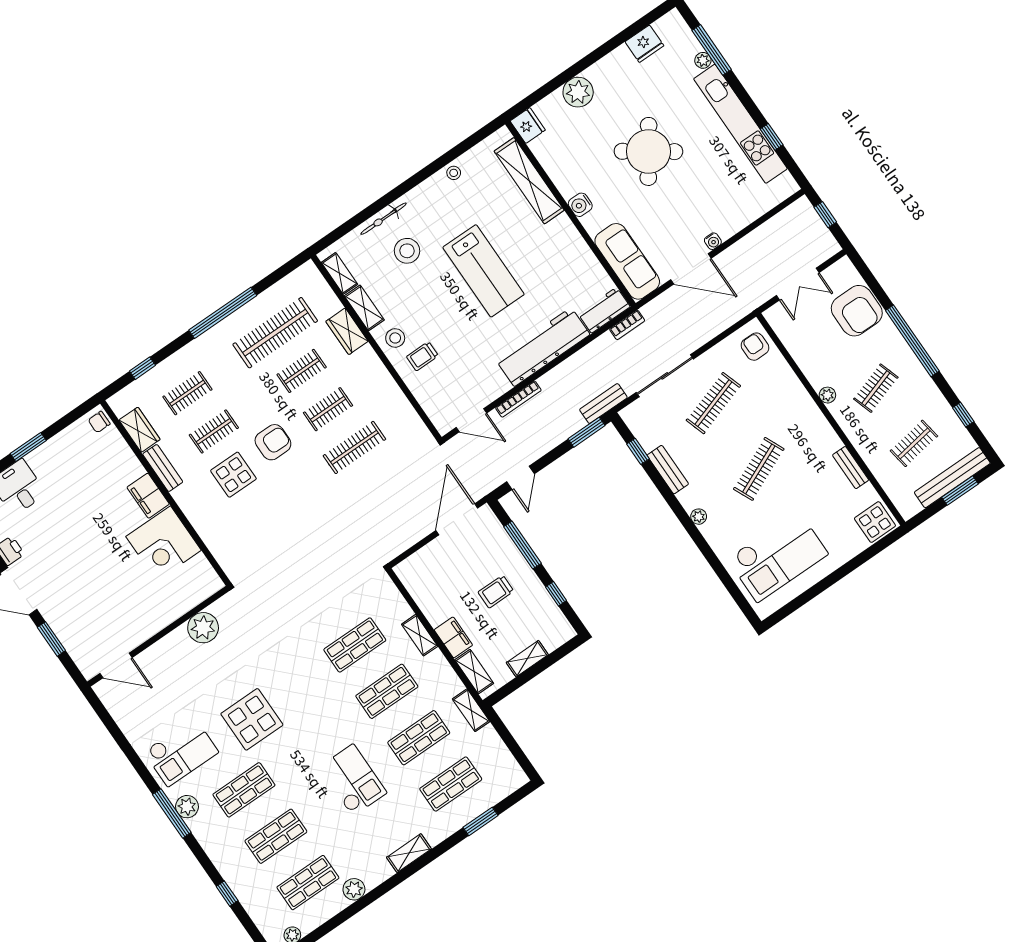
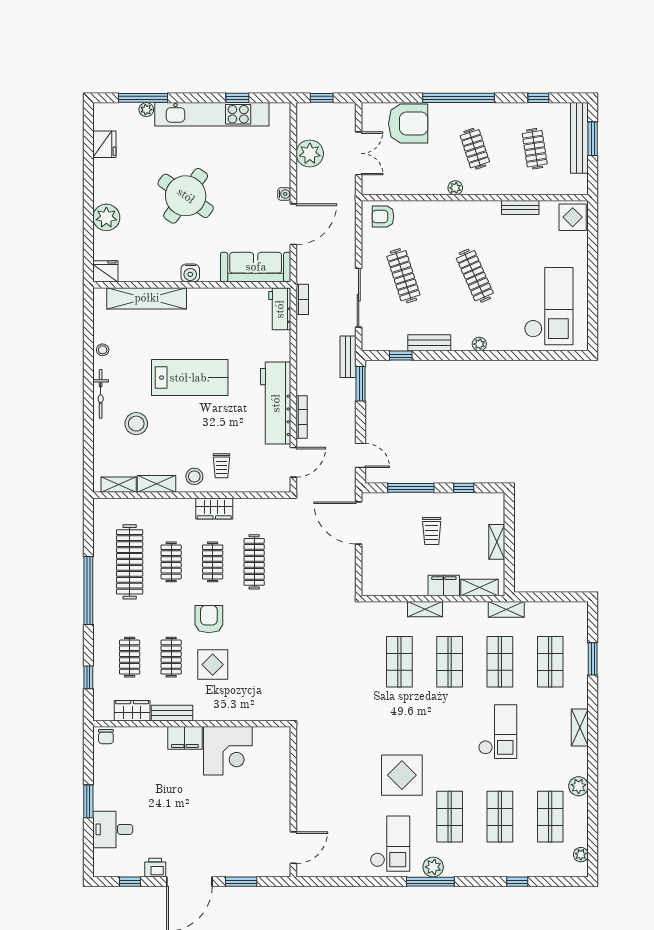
bicycle: (383, 219) -> (101, 394), moved
wardrobe: (347, 331) -> (214, 509), moved
workbench: (543, 347) -> (276, 403), moved
plant: (203, 628) -> (310, 154), moved
checkout: (353, 780) -> (498, 732), turned 90

